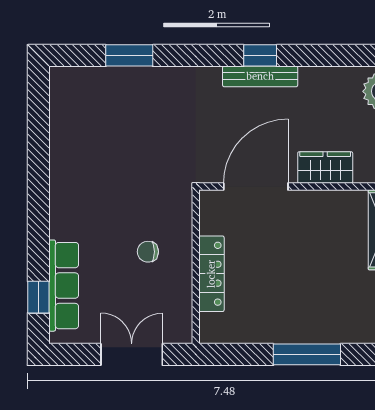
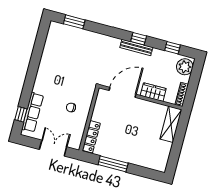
window: (129, 55) -> (74, 22), moved
window: (342, 55) -> (173, 48), added
locker: (211, 274) -> (91, 137), moved
window: (307, 354) -> (113, 164), moved

